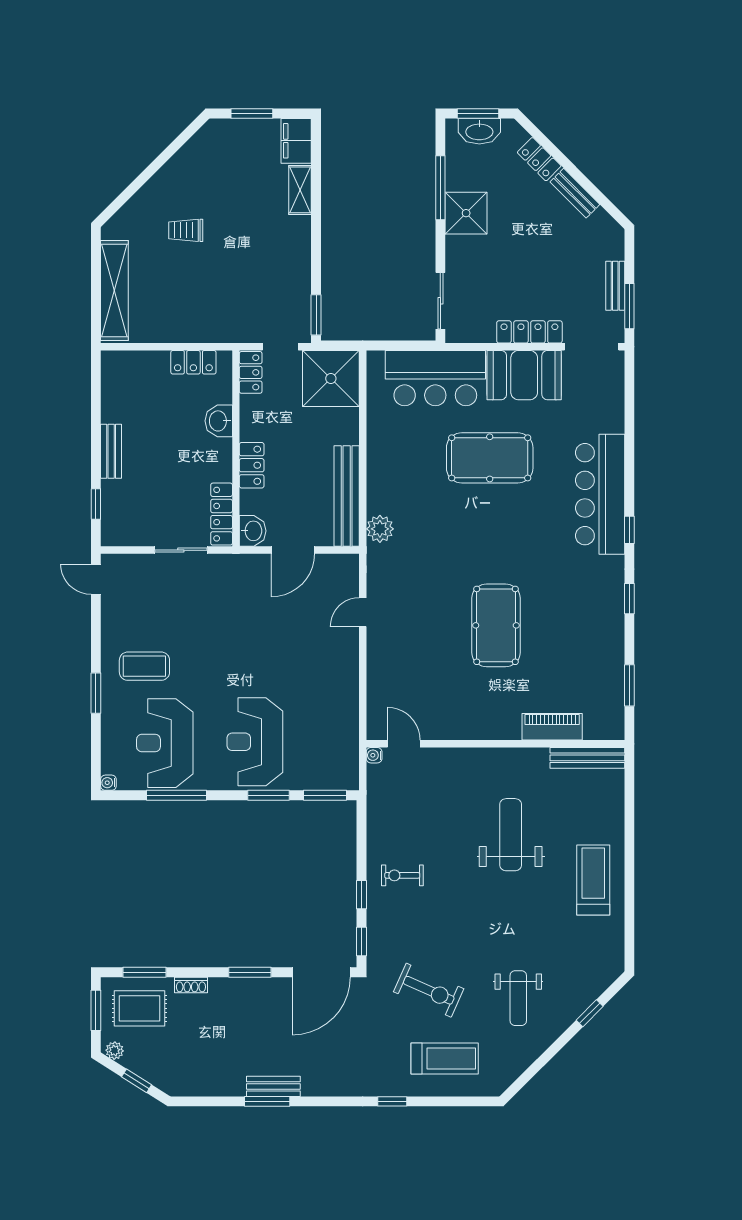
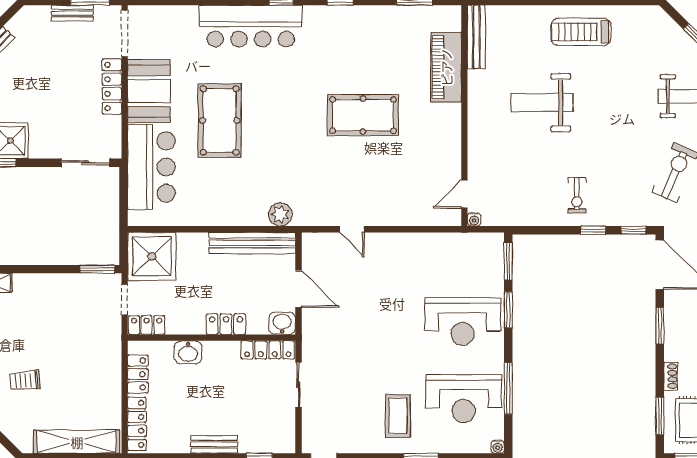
trolley: (186, 230) -> (25, 380), turned 85
locker: (135, 361) -> (137, 424), added
piano: (552, 727) -> (446, 67), width x1.37, depth x1.33

